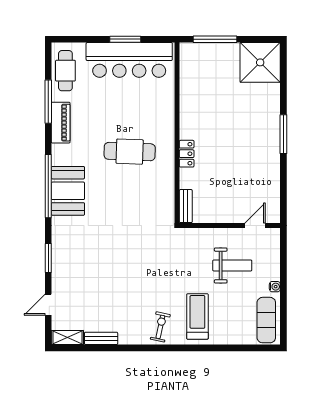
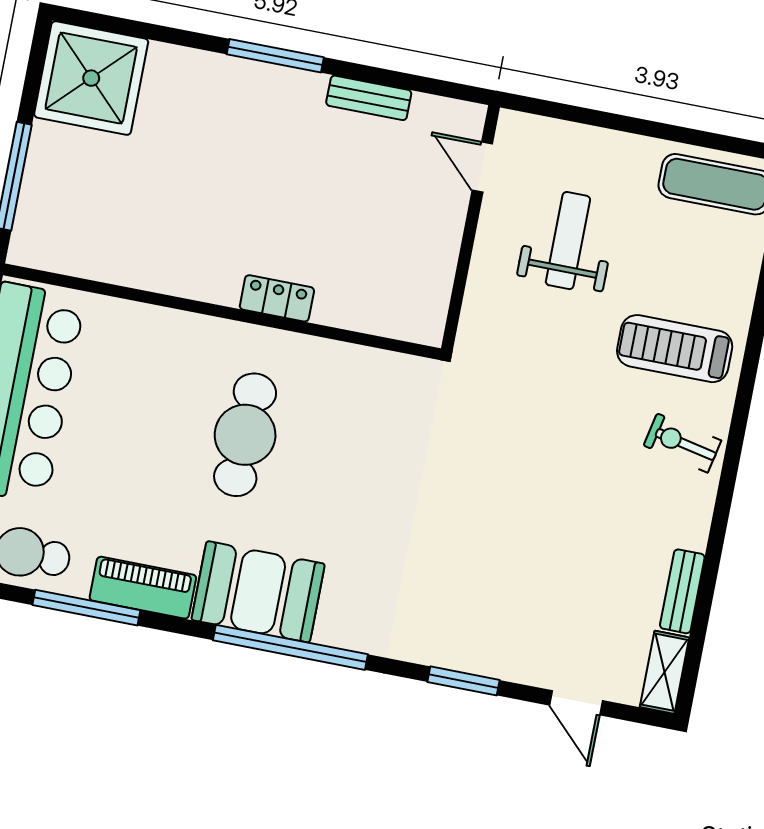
booth: (68, 191) -> (258, 592), moved
bench: (186, 206) -> (369, 98), moved
water cooler: (275, 287) -> (639, 148), removed

